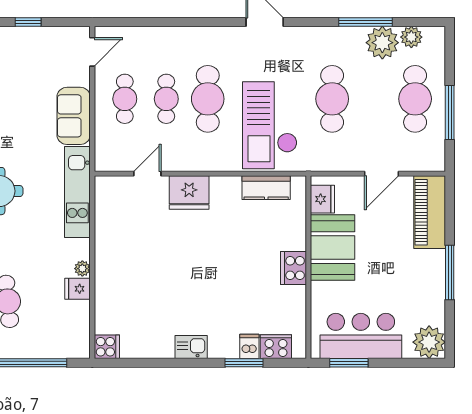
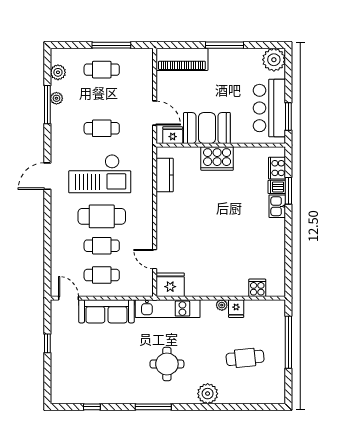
plant: (382, 43) -> (56, 98), width x0.53, depth x0.53
cafe table: (332, 99) -> (102, 128), width x0.73, depth x0.74
cafe table: (415, 99) -> (102, 70), width x0.73, depth x0.74
sofa: (74, 116) -> (106, 311), width x1.36
checkout: (270, 125) -> (100, 174), moved
door: (382, 174) -> (155, 113), moved
fridge: (189, 193) -> (170, 285), moved, turned -90
cooker: (293, 268) -> (217, 158), width x1.37, depth x1.31
cooker: (107, 347) -> (257, 288), moved
kitchen sink: (191, 347) -> (277, 206), moved

